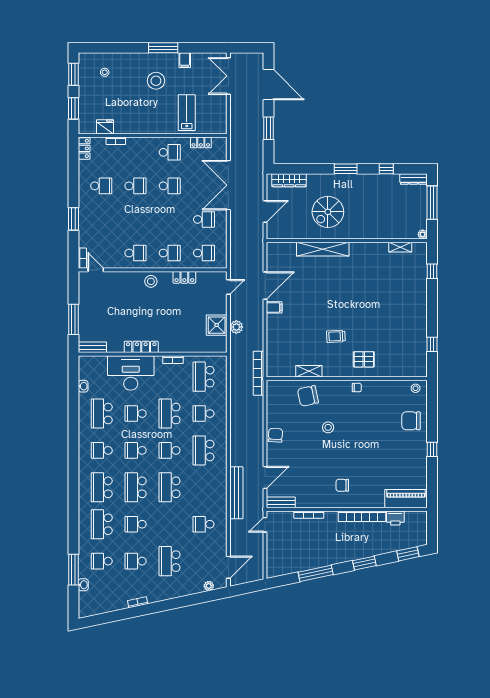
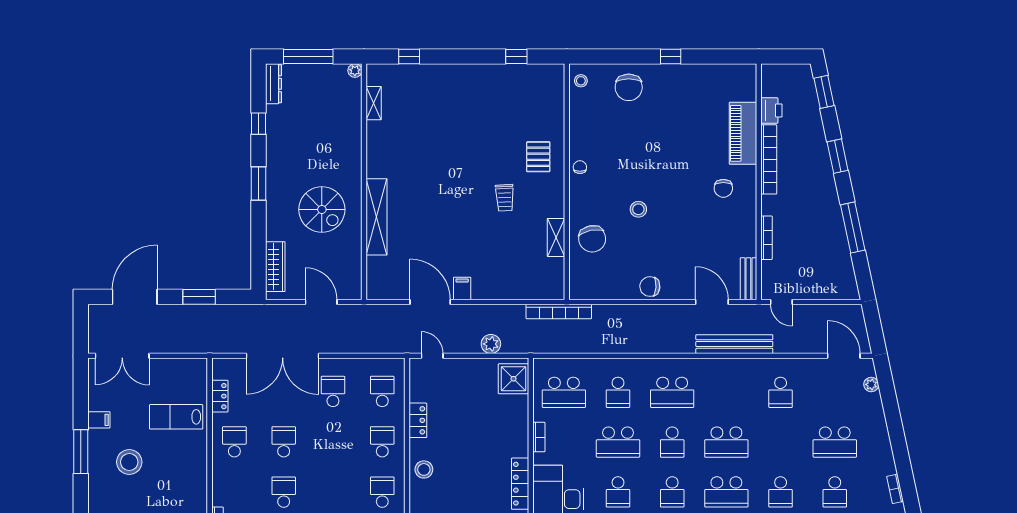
shower: (217, 325) -> (514, 379), moved
piano: (406, 499) -> (743, 133), moved

